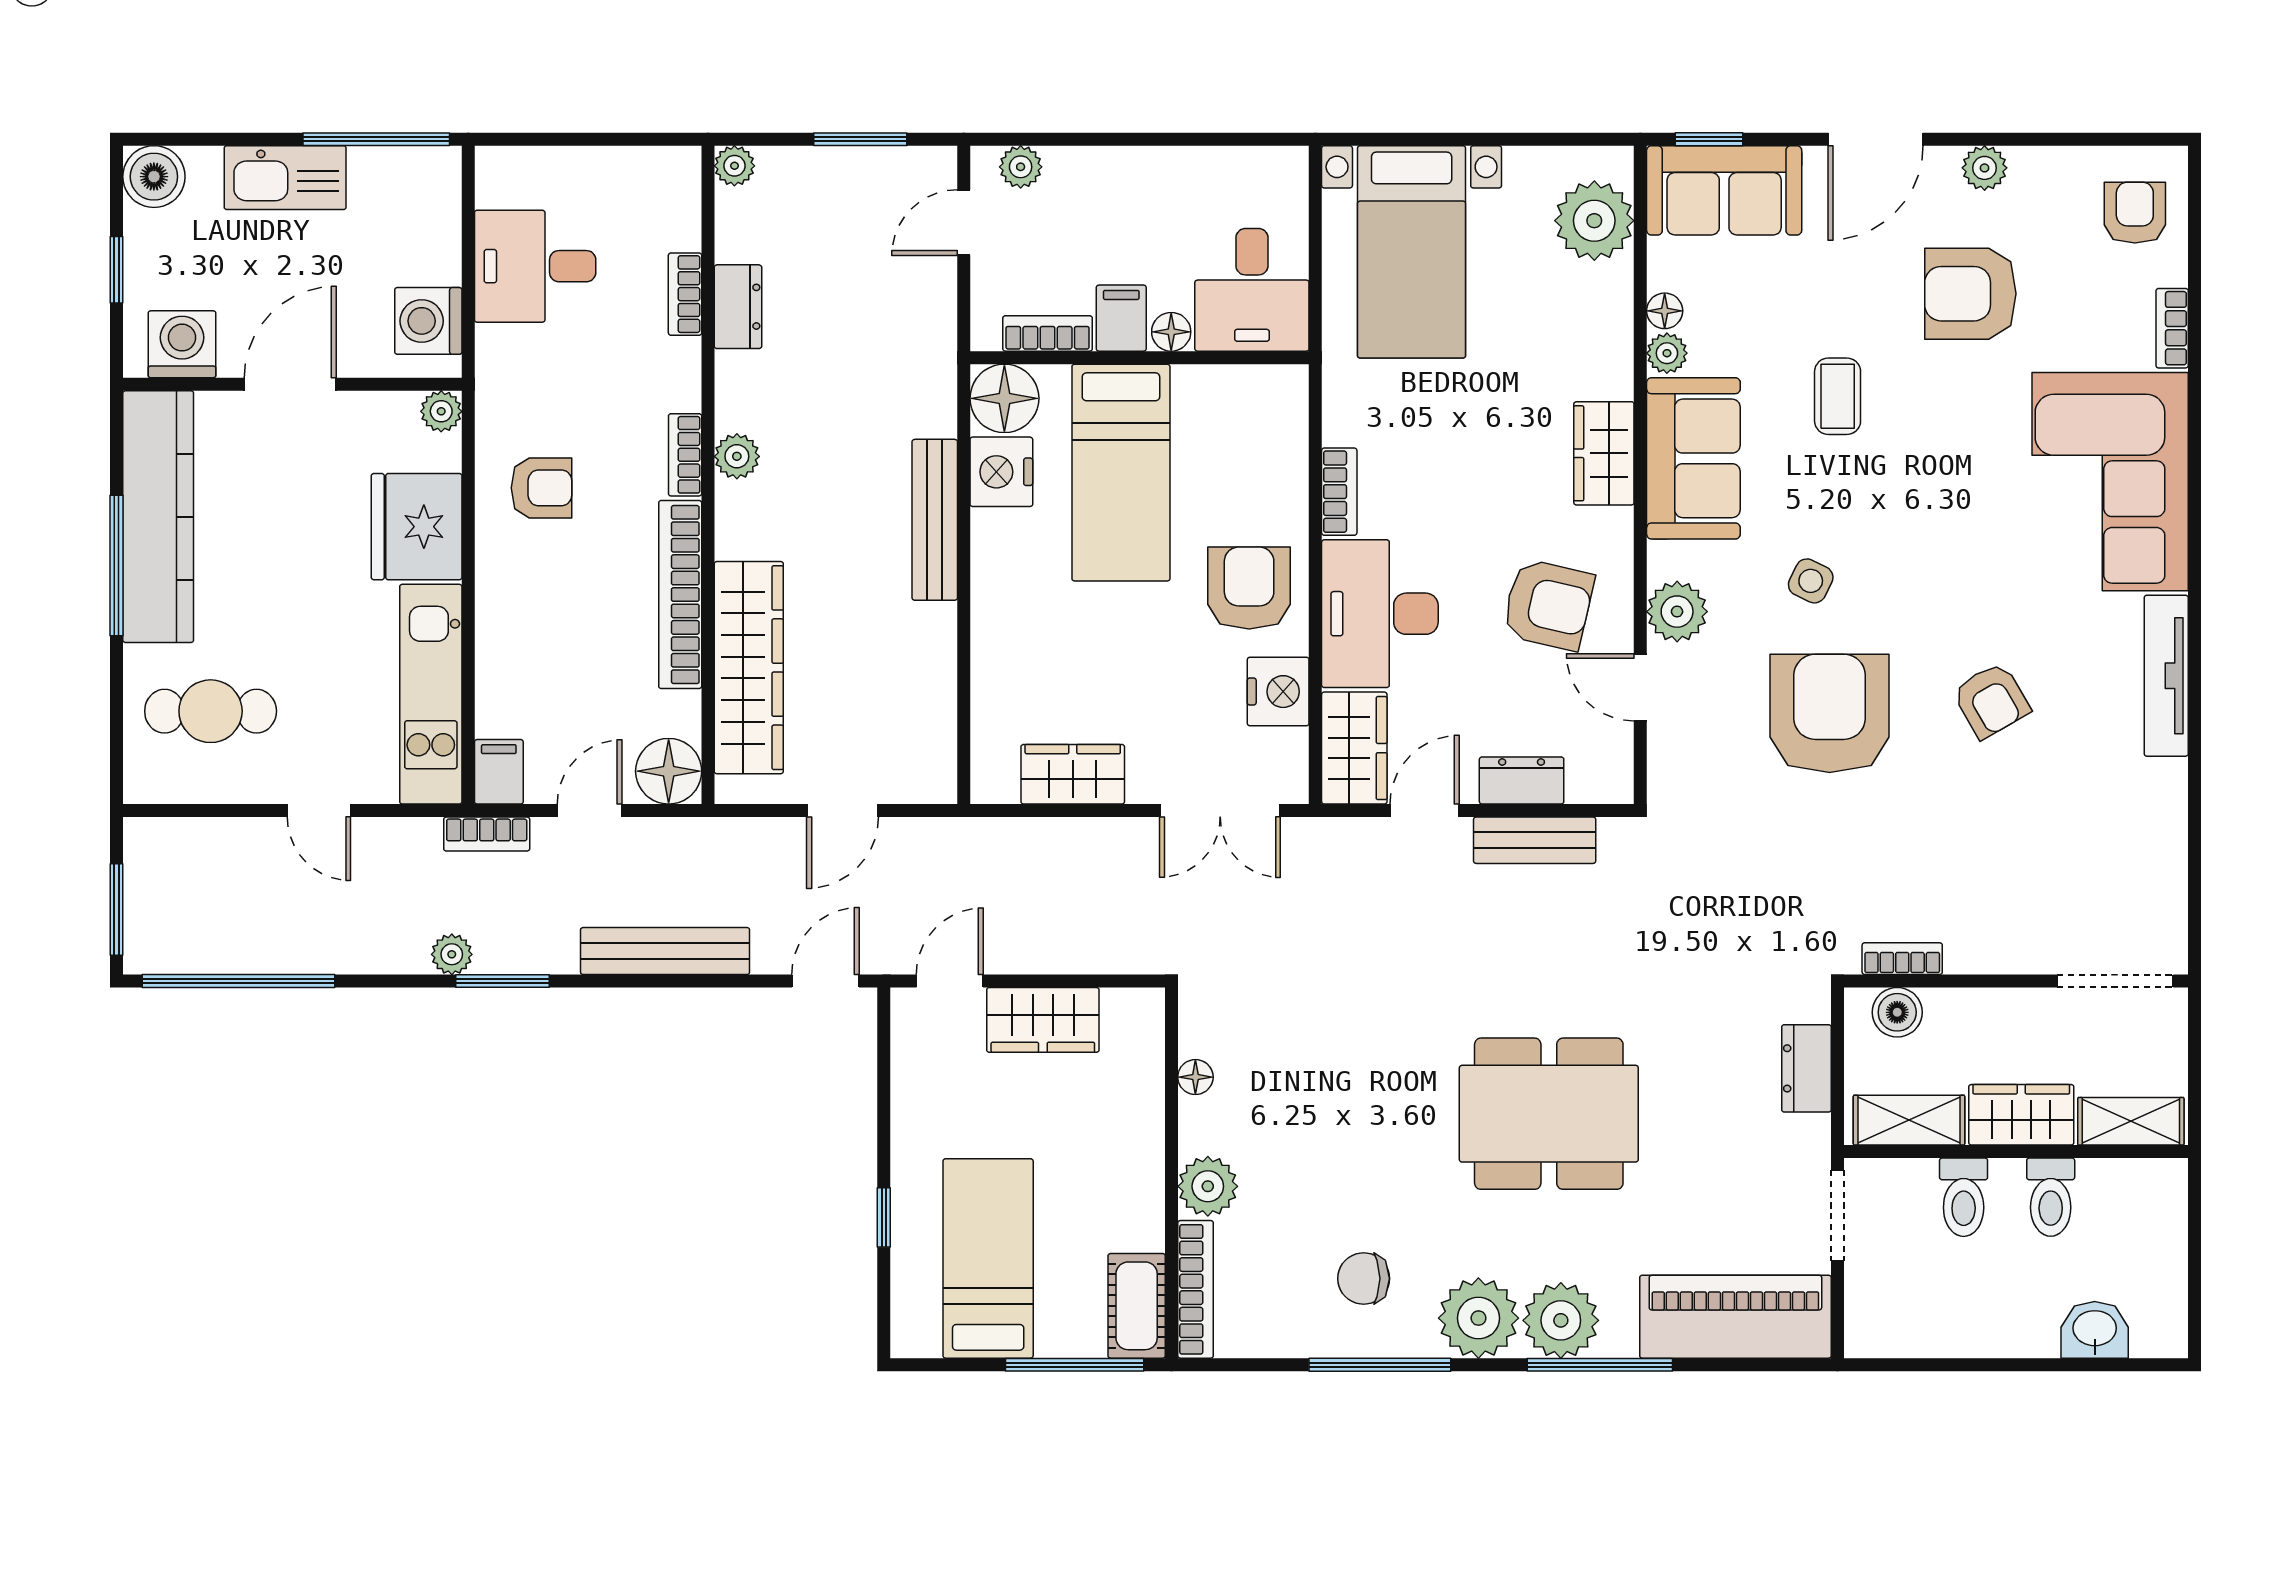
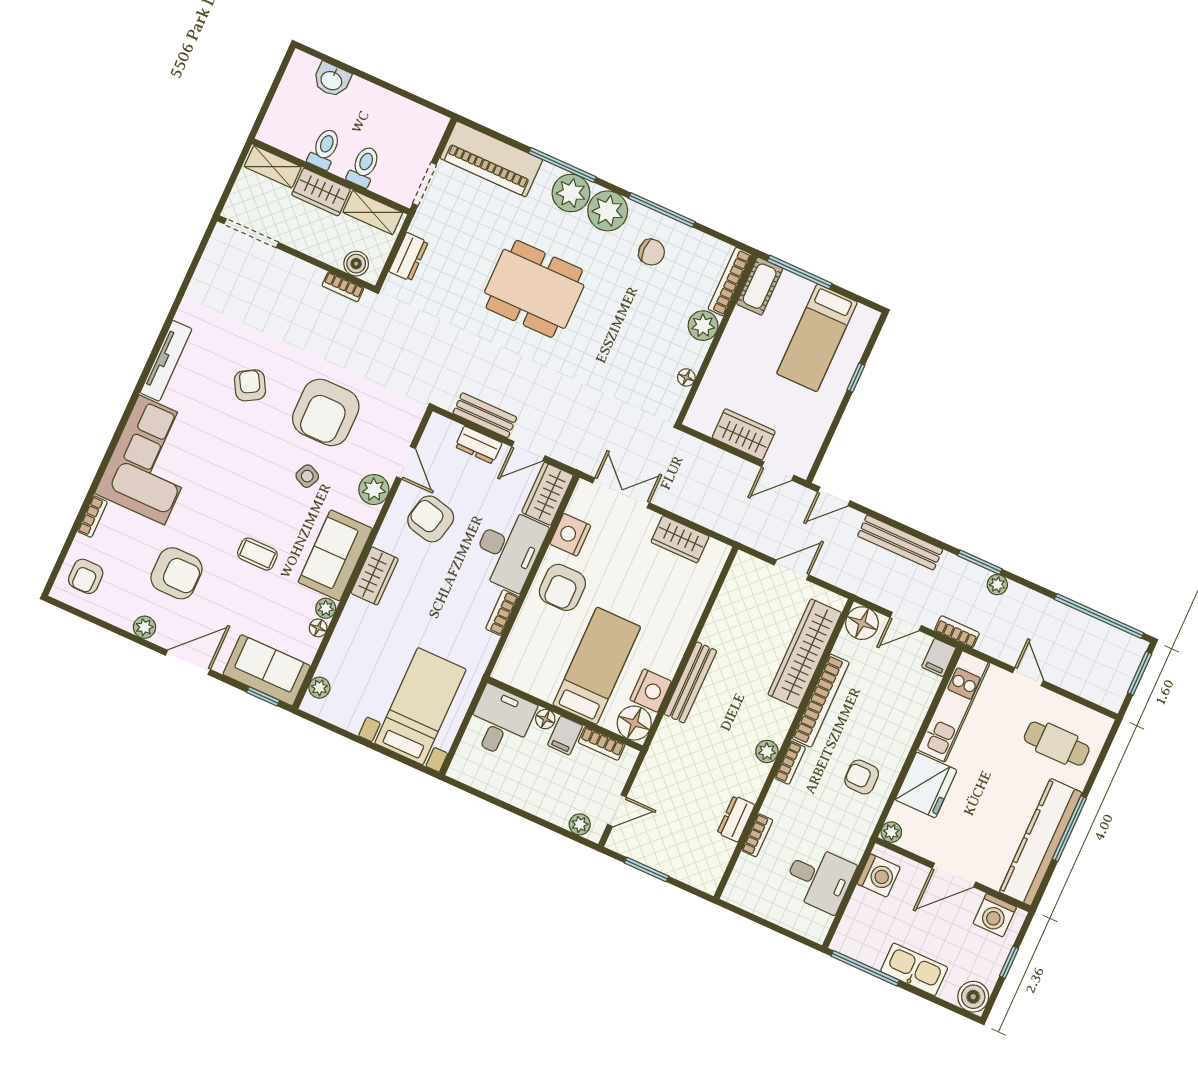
plant: (734, 166) -> (709, 883), removed
plant: (1594, 221) -> (319, 688), width x0.53, depth x0.53
coffee table: (1838, 396) -> (257, 554), turned 90

